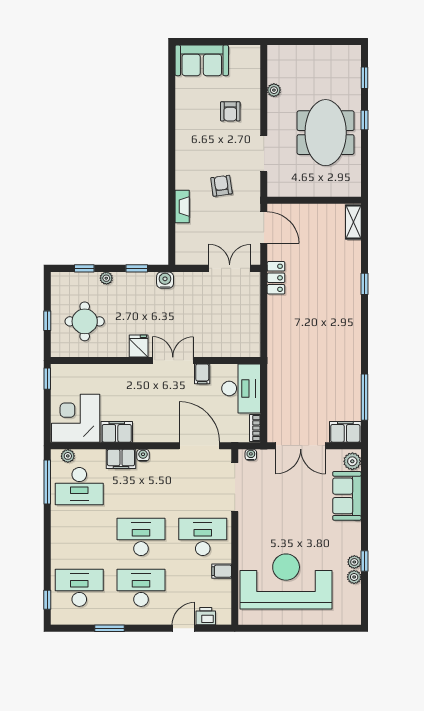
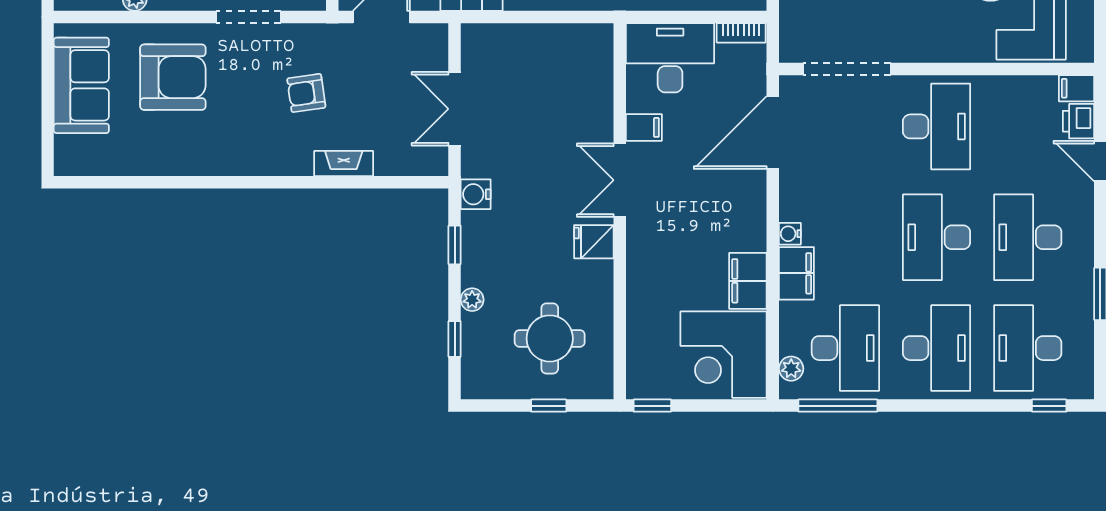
sofa: (202, 60) -> (81, 85), moved
armchair: (230, 111) -> (173, 77), width x1.88, depth x1.88
double door: (230, 268) -> (455, 109), moved
water cooler: (251, 455) -> (789, 40), removed
desk: (79, 537) -> (937, 348), added
desk: (203, 537) -> (937, 126), turned 180
filing cabinet: (222, 571) -> (1077, 88), moved, turned 90

